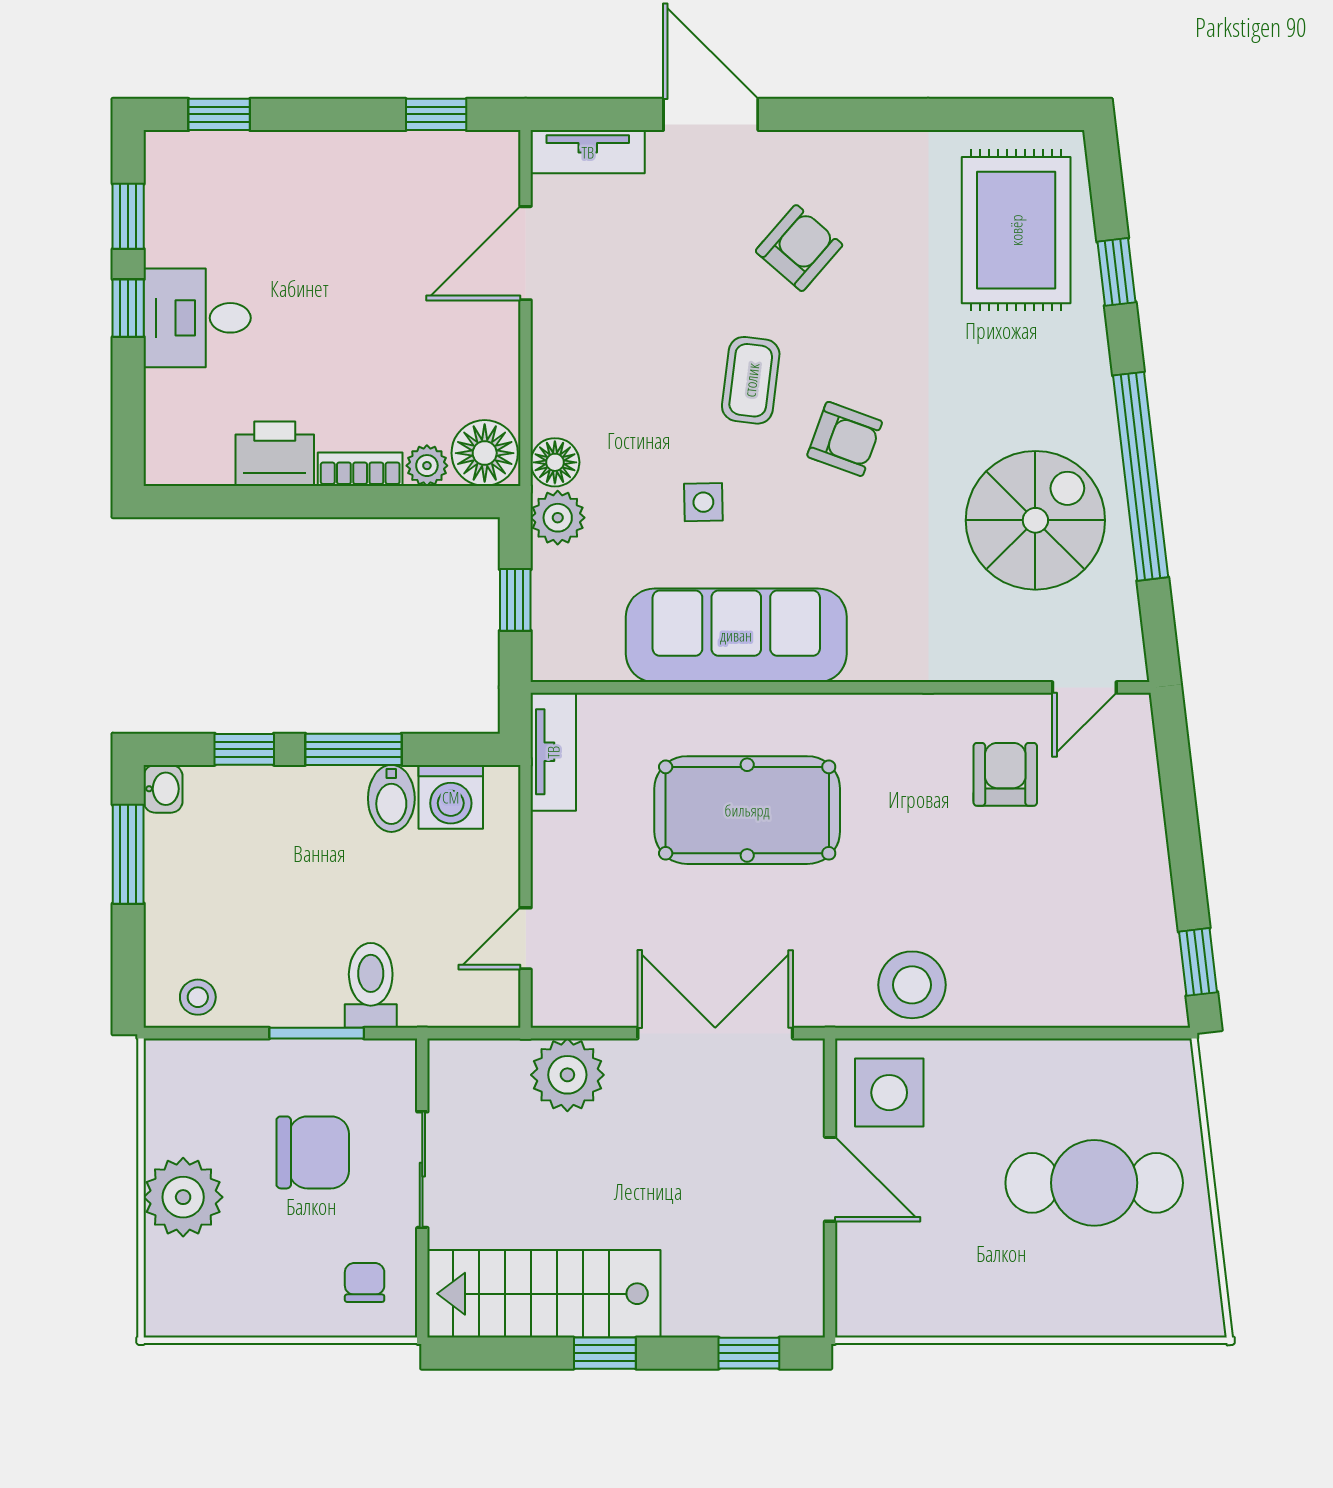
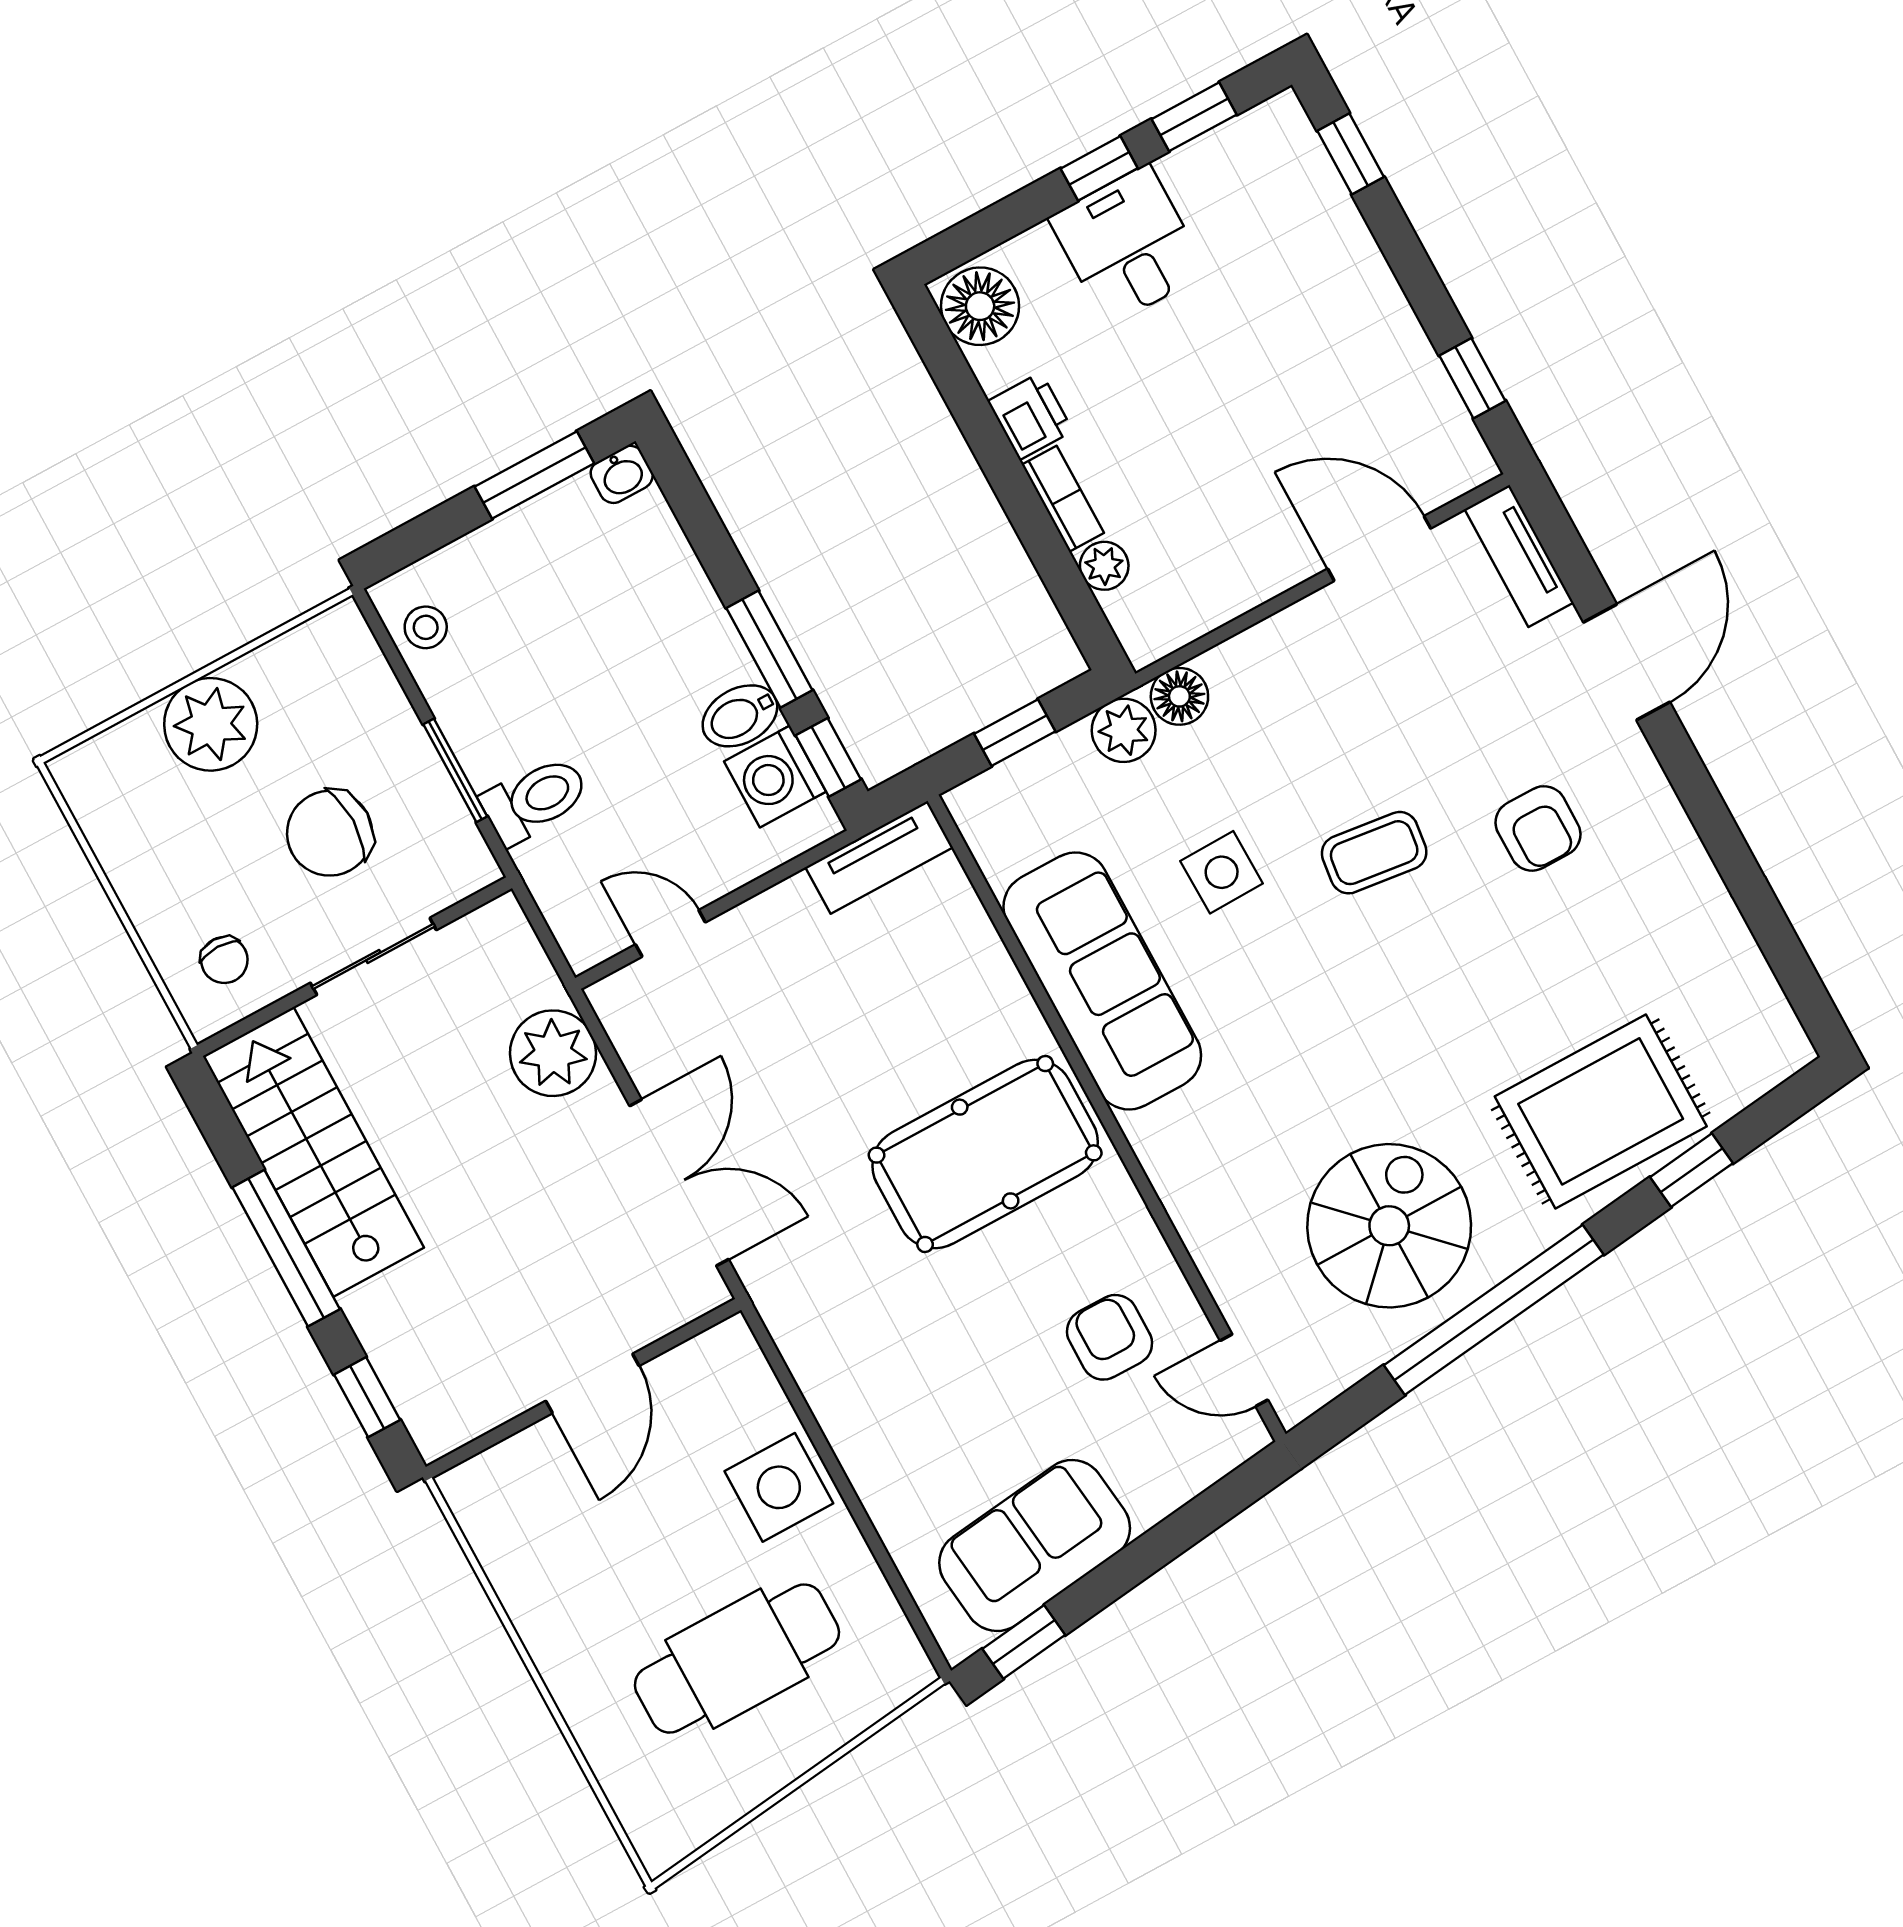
rug: (1016, 230) -> (1601, 1111), moved
armchair: (799, 248) -> (1538, 828), turned 49
armchair: (845, 439) -> (1366, 983), removed
floor lamp: (485, 453) -> (980, 306), moved
printer: (275, 454) -> (1030, 416), width x0.73, depth x0.81
side table: (703, 502) -> (1222, 872), width x1.37, depth x1.37
spiral stairs: (1035, 520) -> (1389, 1226), turned -90
window: (244, 749) -> (828, 757), moved
armchair: (1005, 774) -> (1110, 1337), turned -90
pool table: (747, 810) -> (985, 1154), moved, turned 90
sofa: (1130, 915) -> (1035, 1545), added
stool: (912, 985) -> (839, 1359), removed
side table: (889, 1093) -> (779, 1487), moved
chair: (313, 1152) -> (330, 833), turned 90
cafe table: (1094, 1183) -> (737, 1659), turned 90
chair: (365, 1282) -> (224, 960), turned 90
window: (605, 1353) -> (286, 1248), width x2.17

